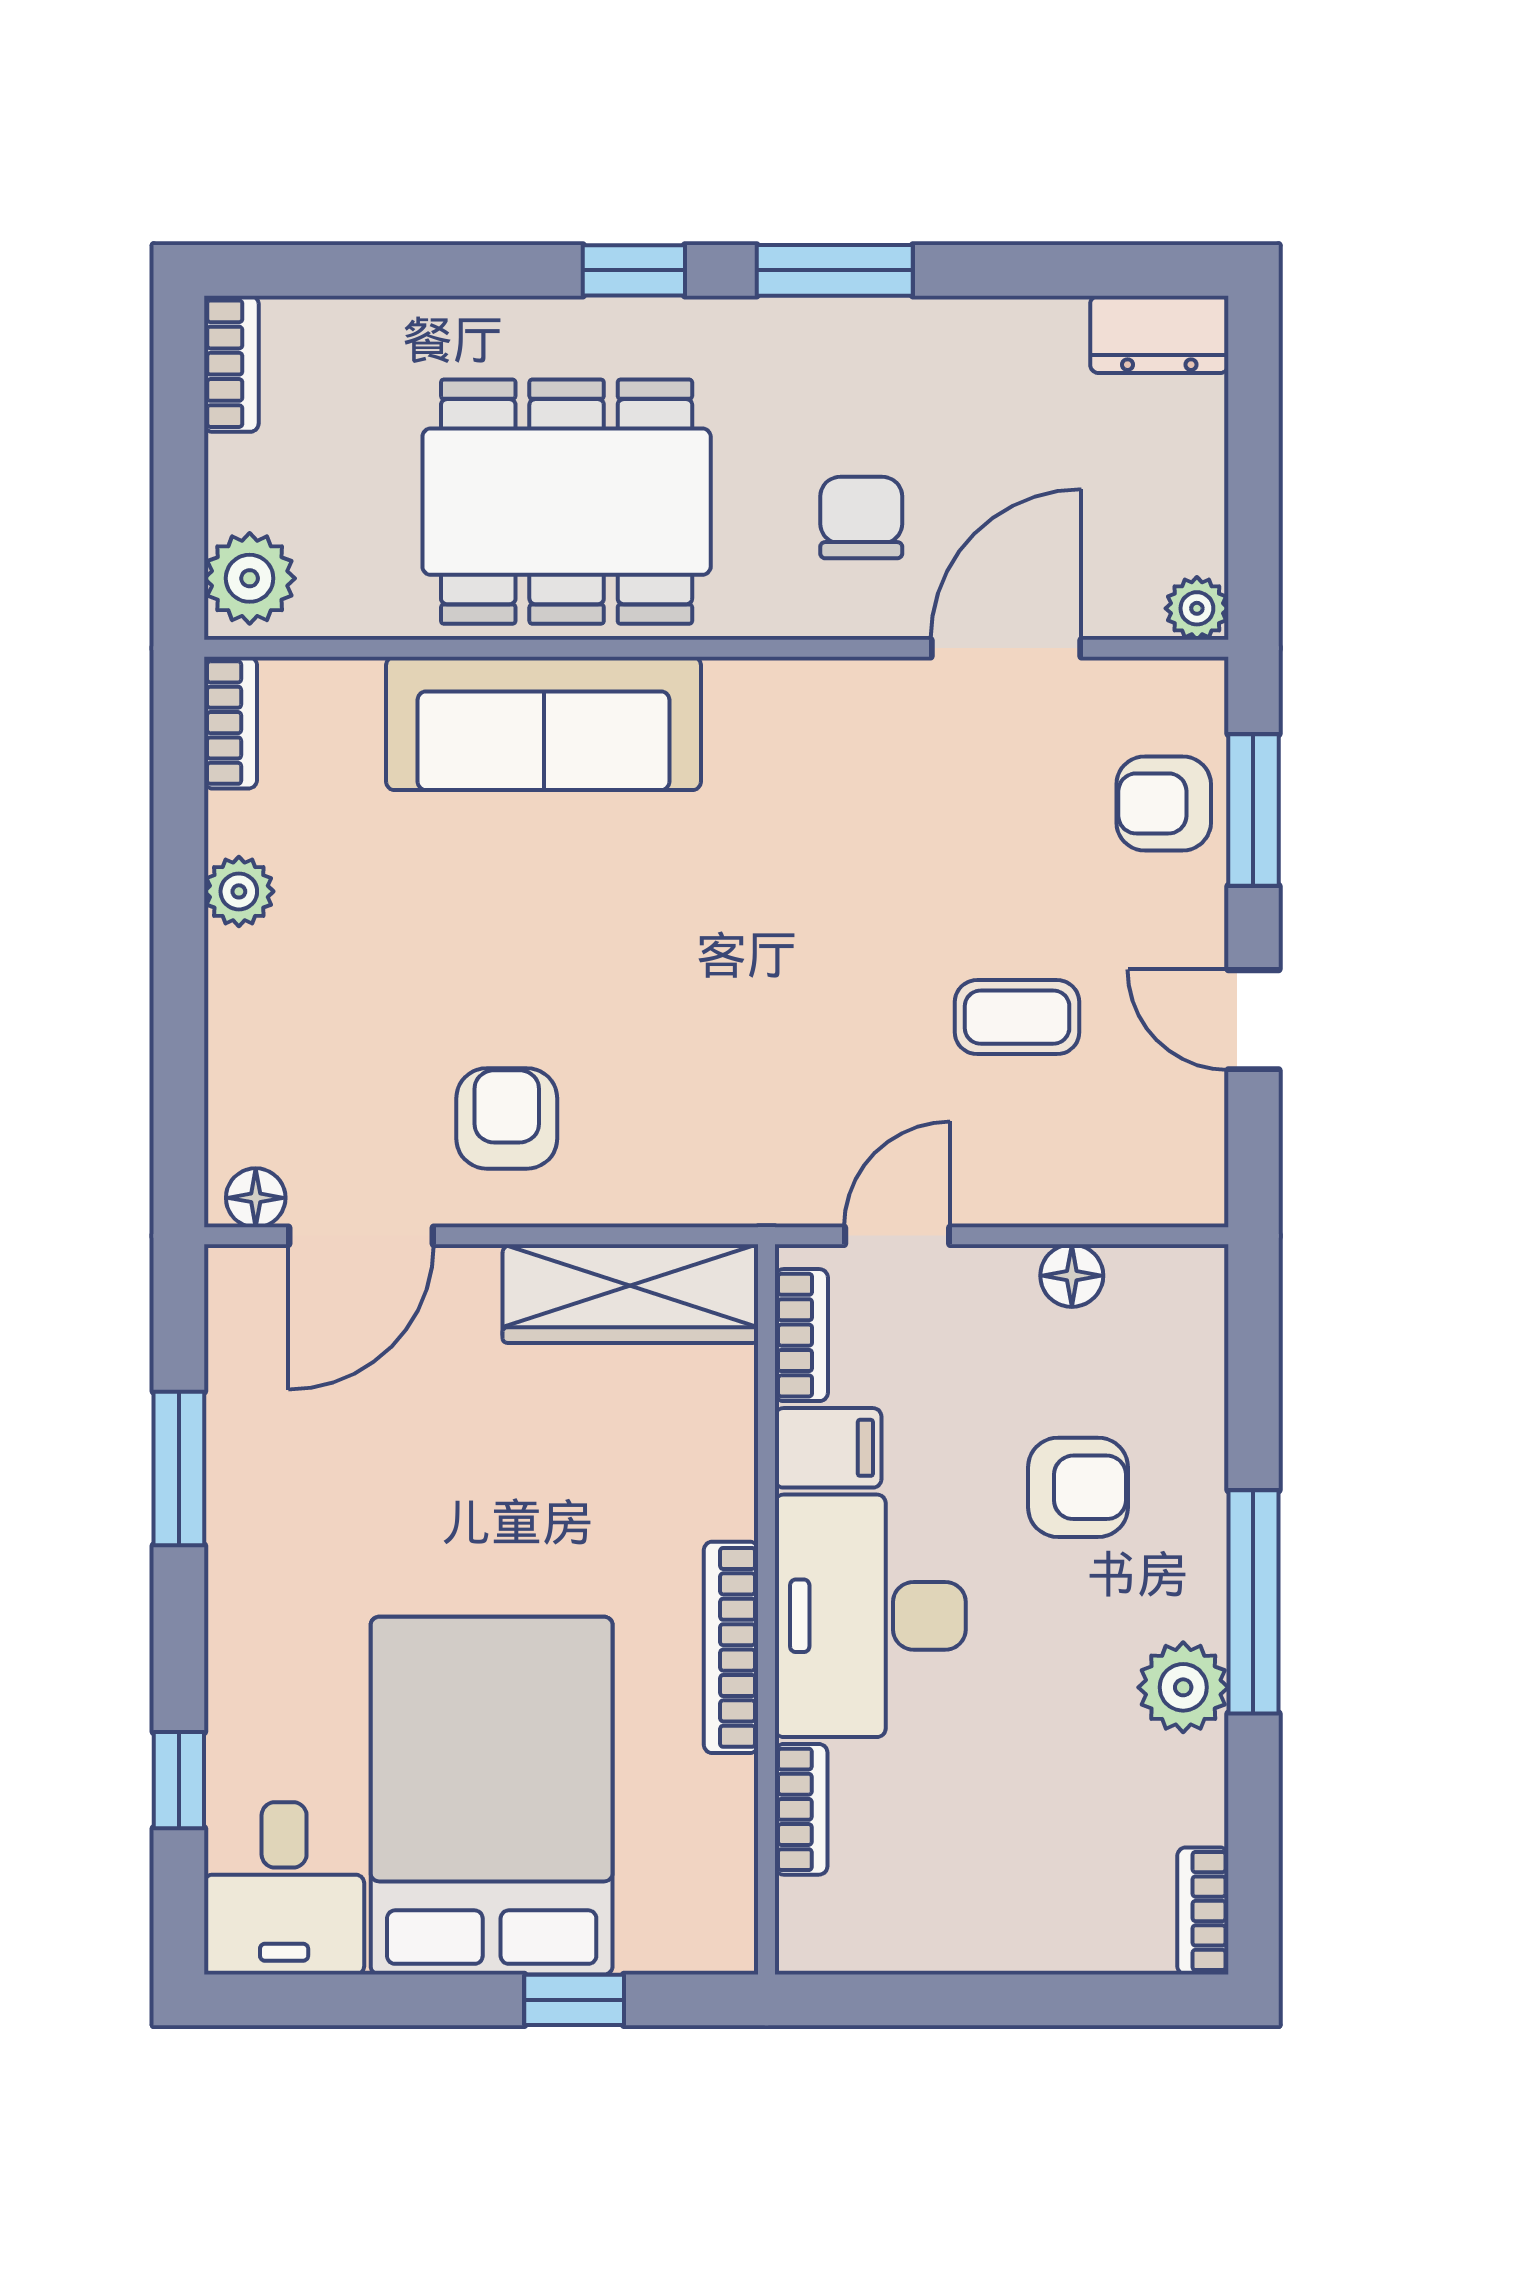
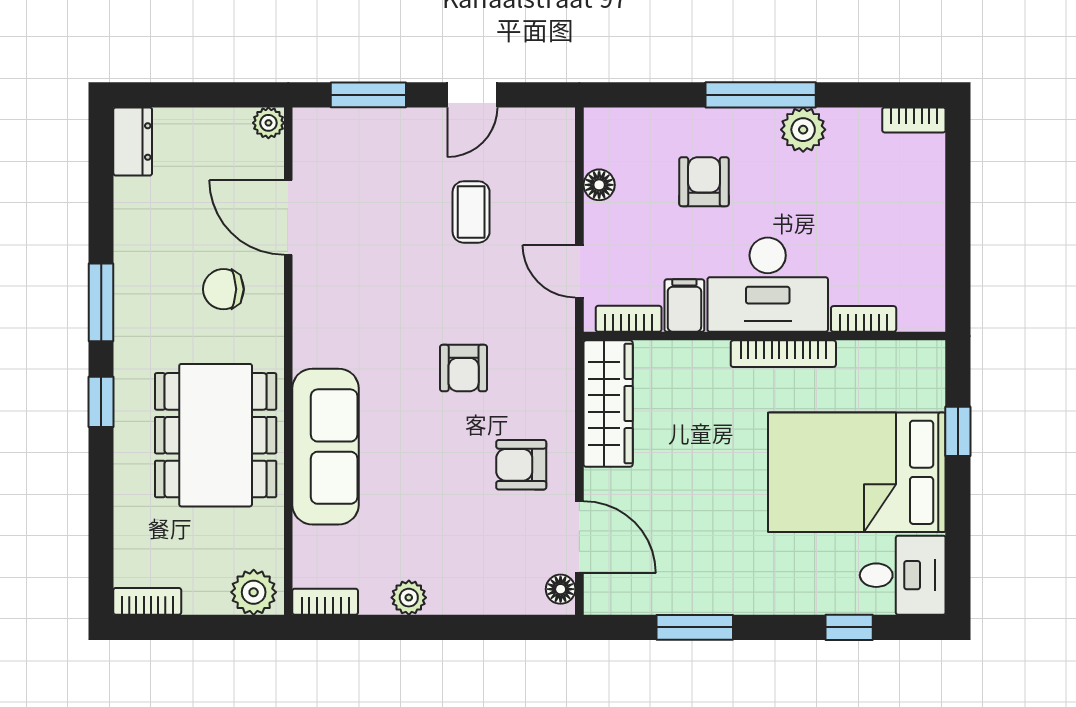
armchair: (1164, 803) -> (464, 368), moved

